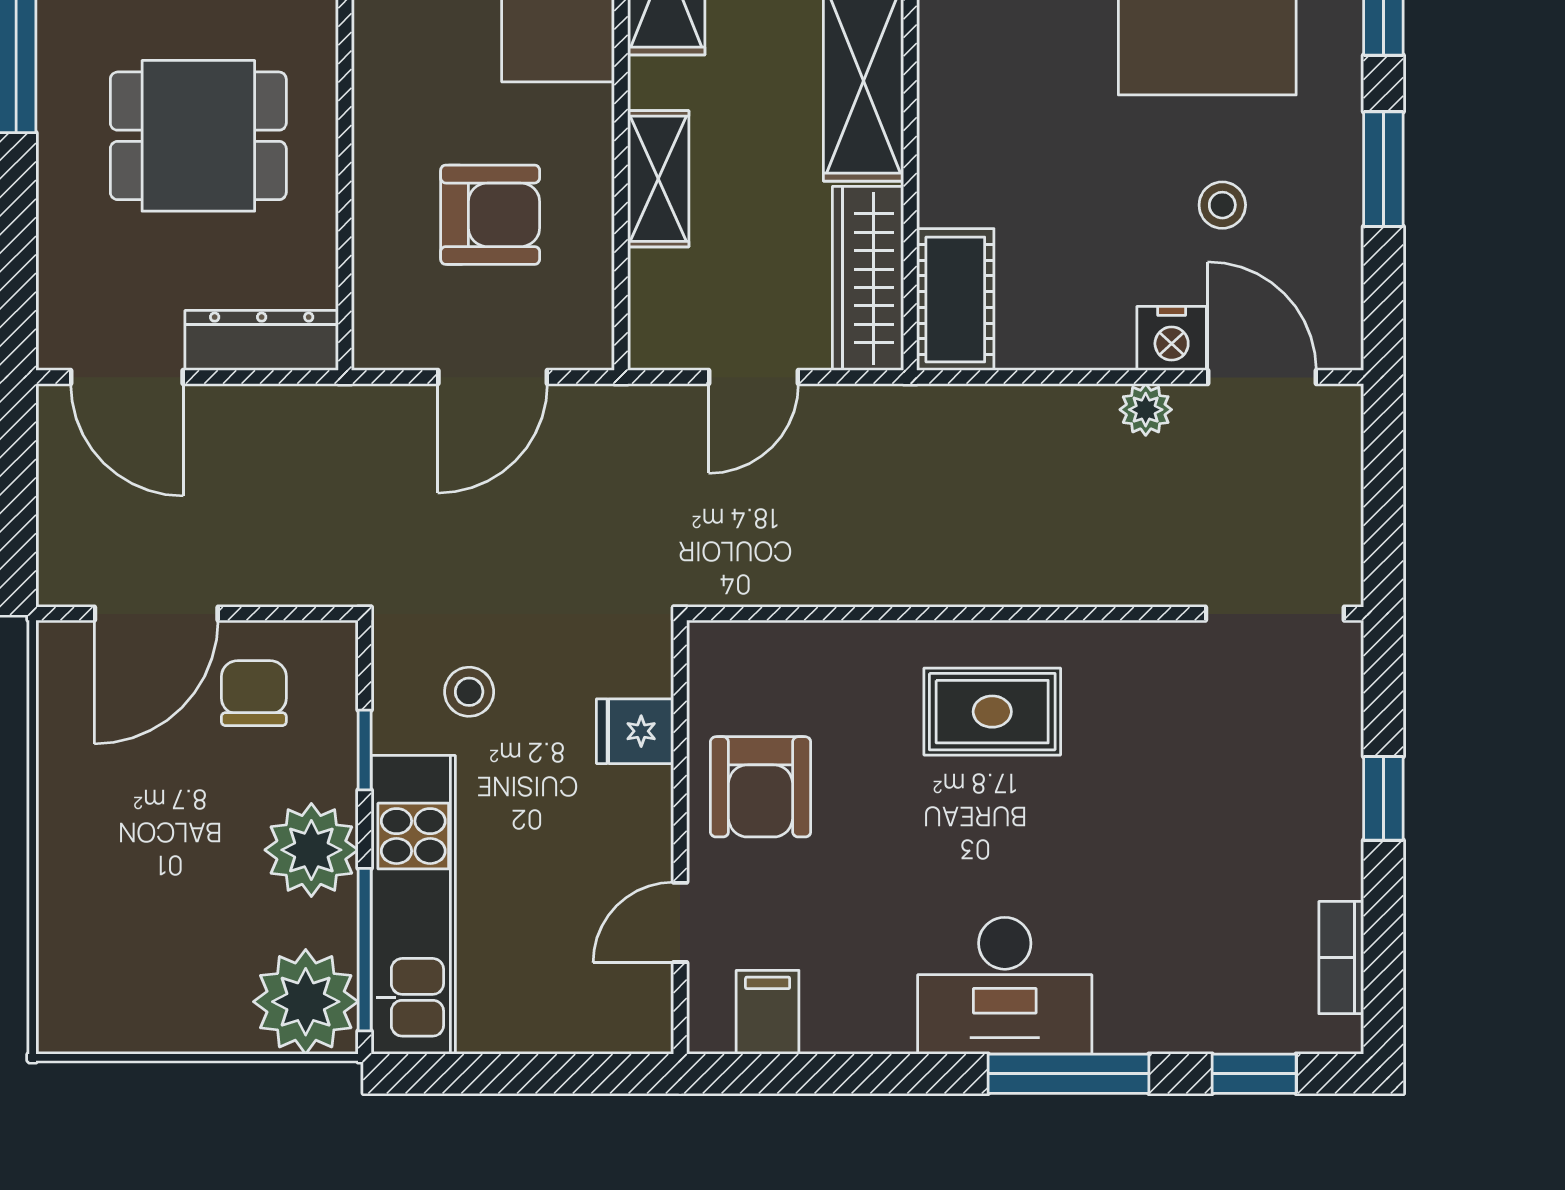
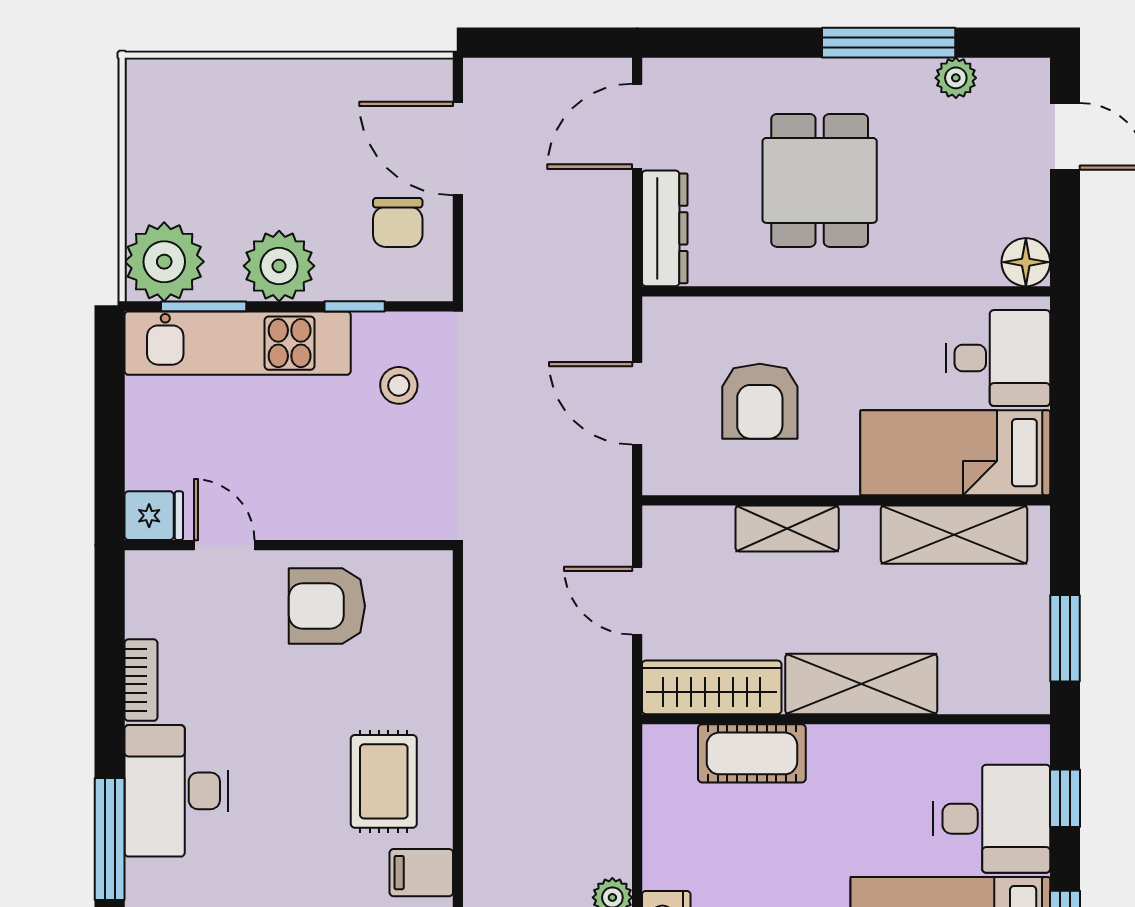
cot: (955, 299) -> (752, 753), moved
chair: (254, 693) -> (398, 222), turned 90
fridge: (635, 731) -> (154, 516), moved, turned 90
window: (365, 950) -> (204, 306), width x0.69
filing cabinet: (768, 1012) -> (421, 873), moved, turned 180
bookcase: (858, 1032) -> (141, 680), added

